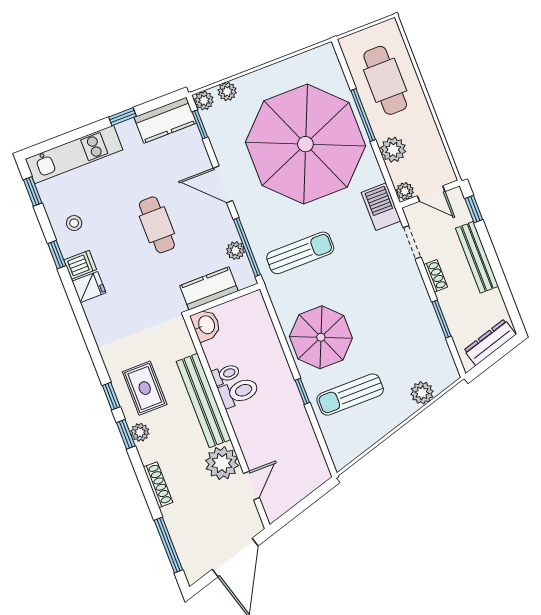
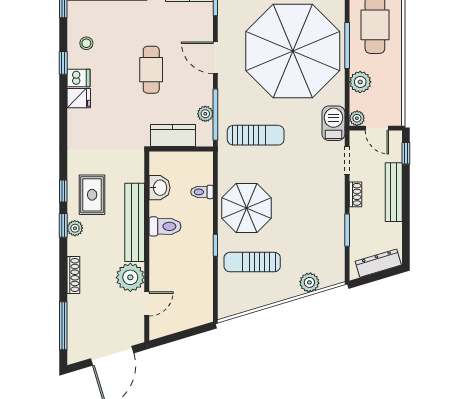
washbasin: (206, 325) -> (159, 188), moved
toilet: (226, 374) -> (202, 192), moved, turned 180

